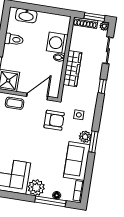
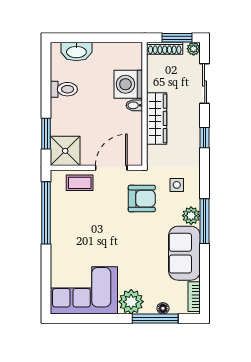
window: (93, 142) -> (205, 221), width x1.44

